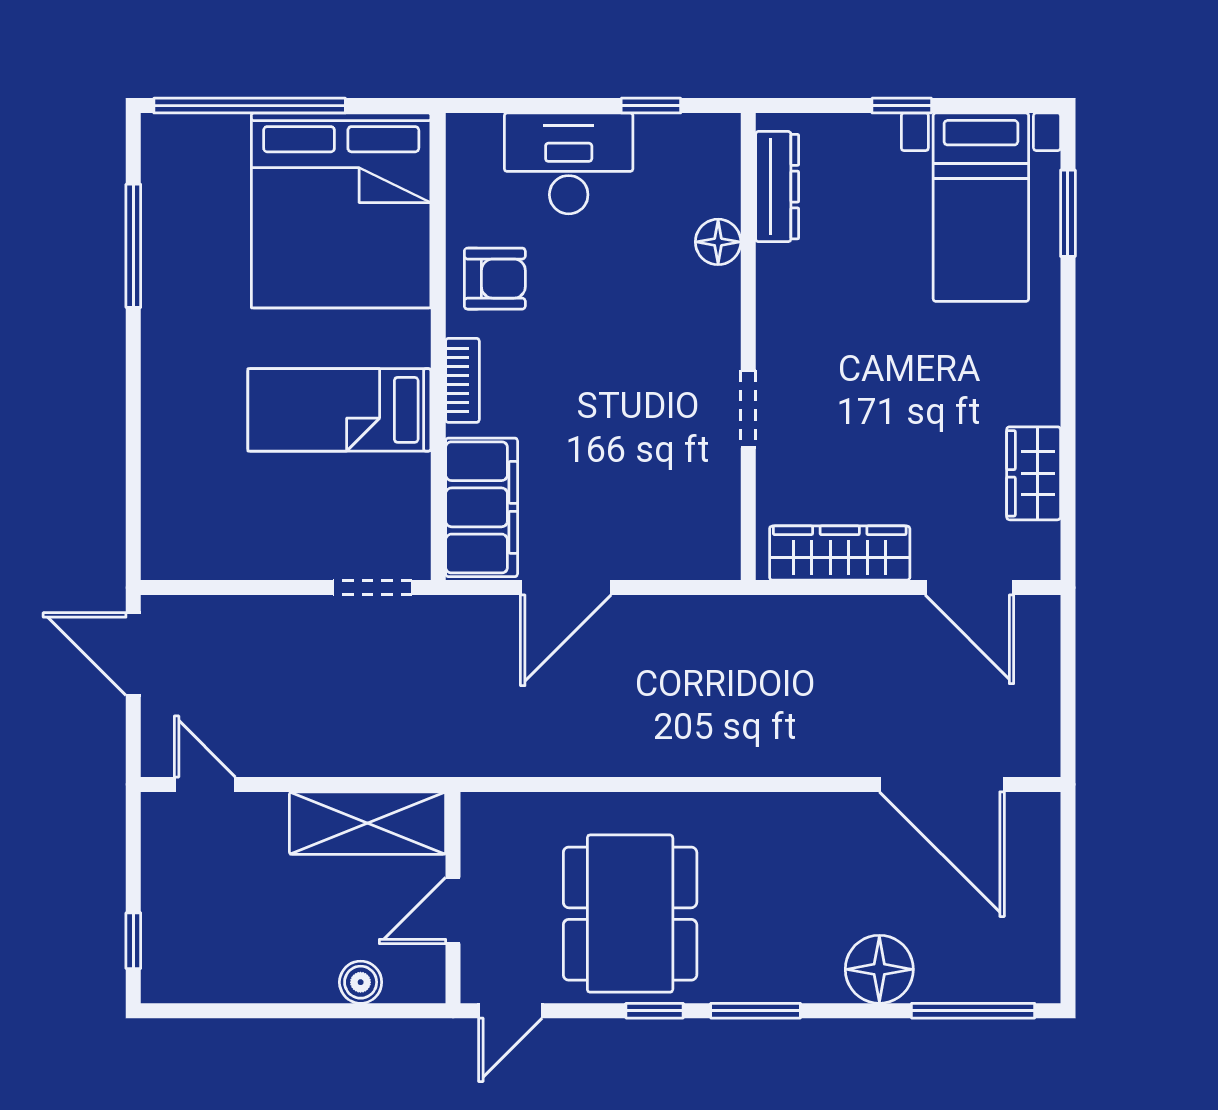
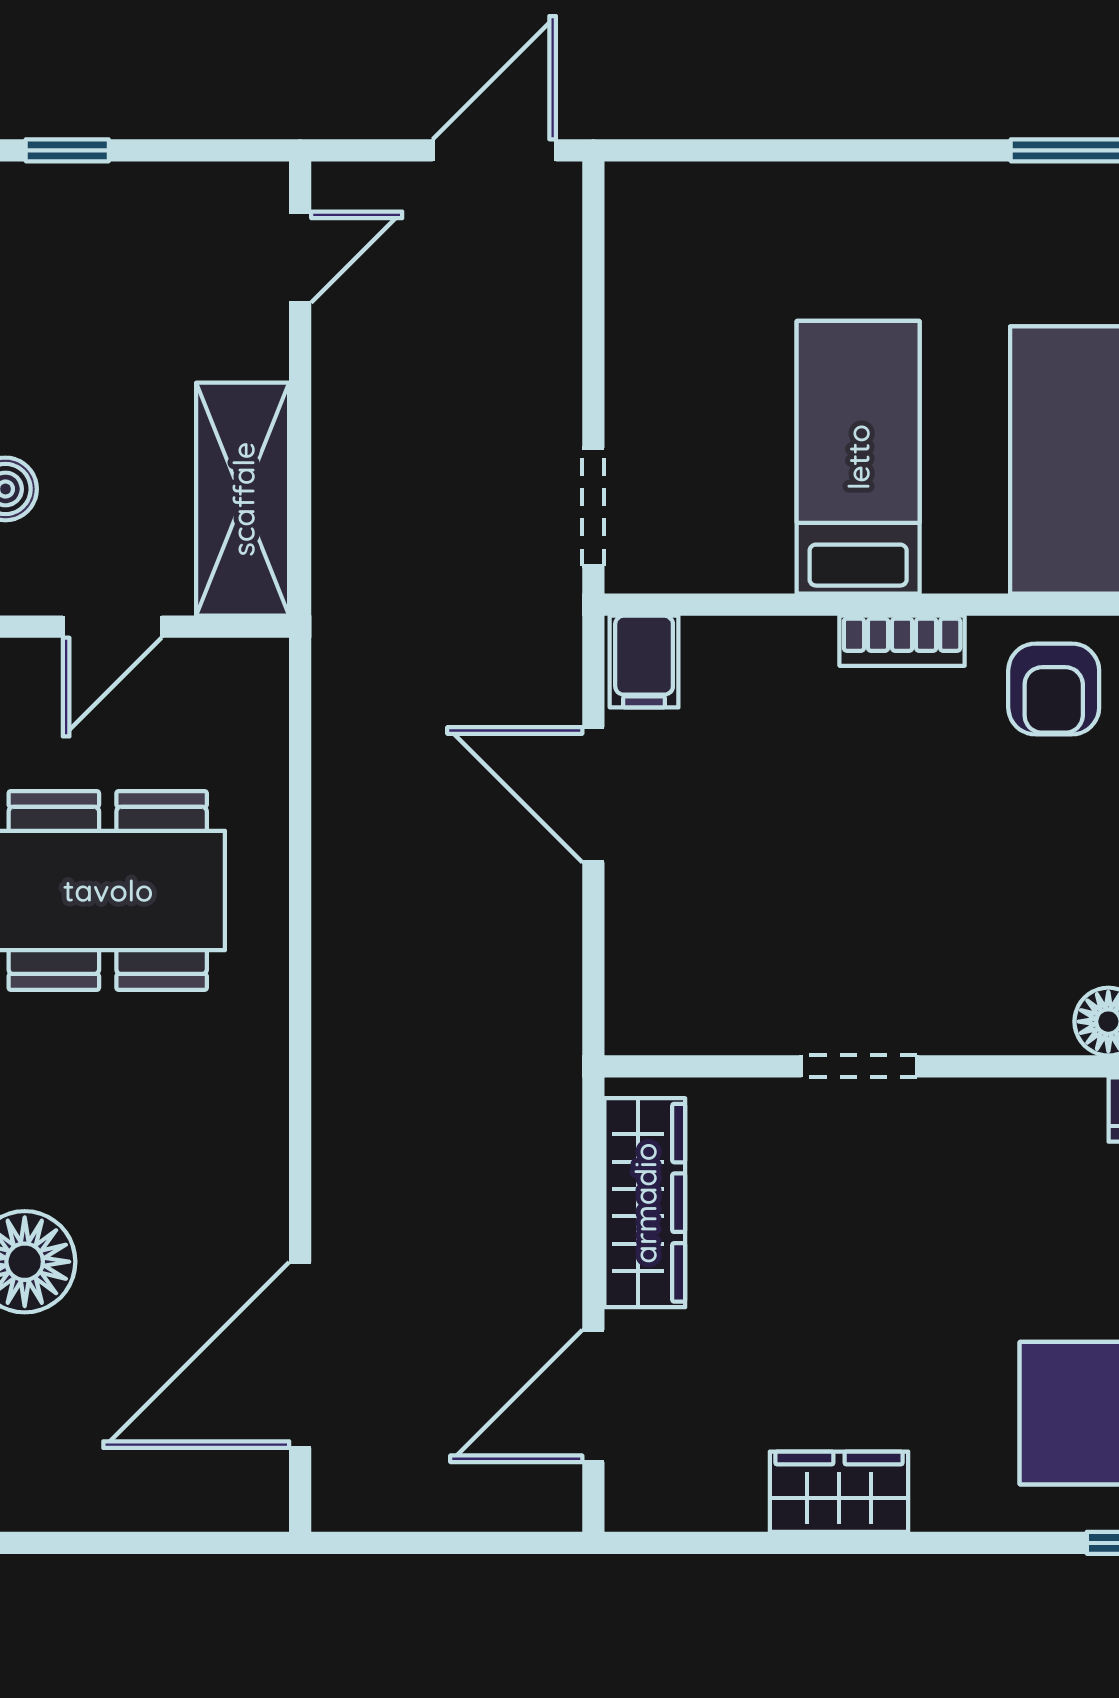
wardrobe: (1034, 473) -> (839, 1492), moved
filing cabinet: (482, 507) -> (644, 662), width x0.33, depth x0.86
door: (453, 911) -> (112, 627), swing flipped

